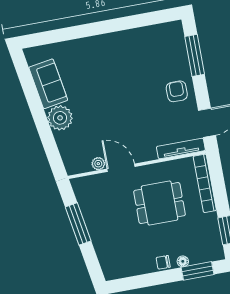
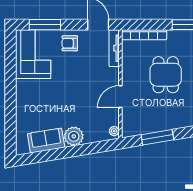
corner sofa: (154, 47) -> (33, 54), added
plant: (98, 164) -> (114, 131), moved
dining table: (160, 203) -> (166, 75), moved

